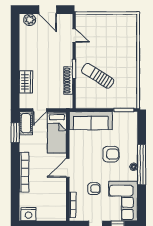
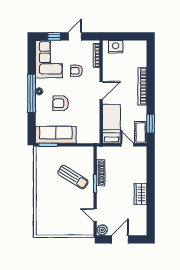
door: (48, 10) -> (120, 239), hinge flipped
plant: (30, 20) -> (102, 230), moved
wardrobe: (26, 82) -> (141, 194), moved
door: (40, 110) -> (128, 145), hinge flipped
sofa: (91, 121) -> (56, 135), moved
nightstand: (29, 214) -> (116, 47), moved

